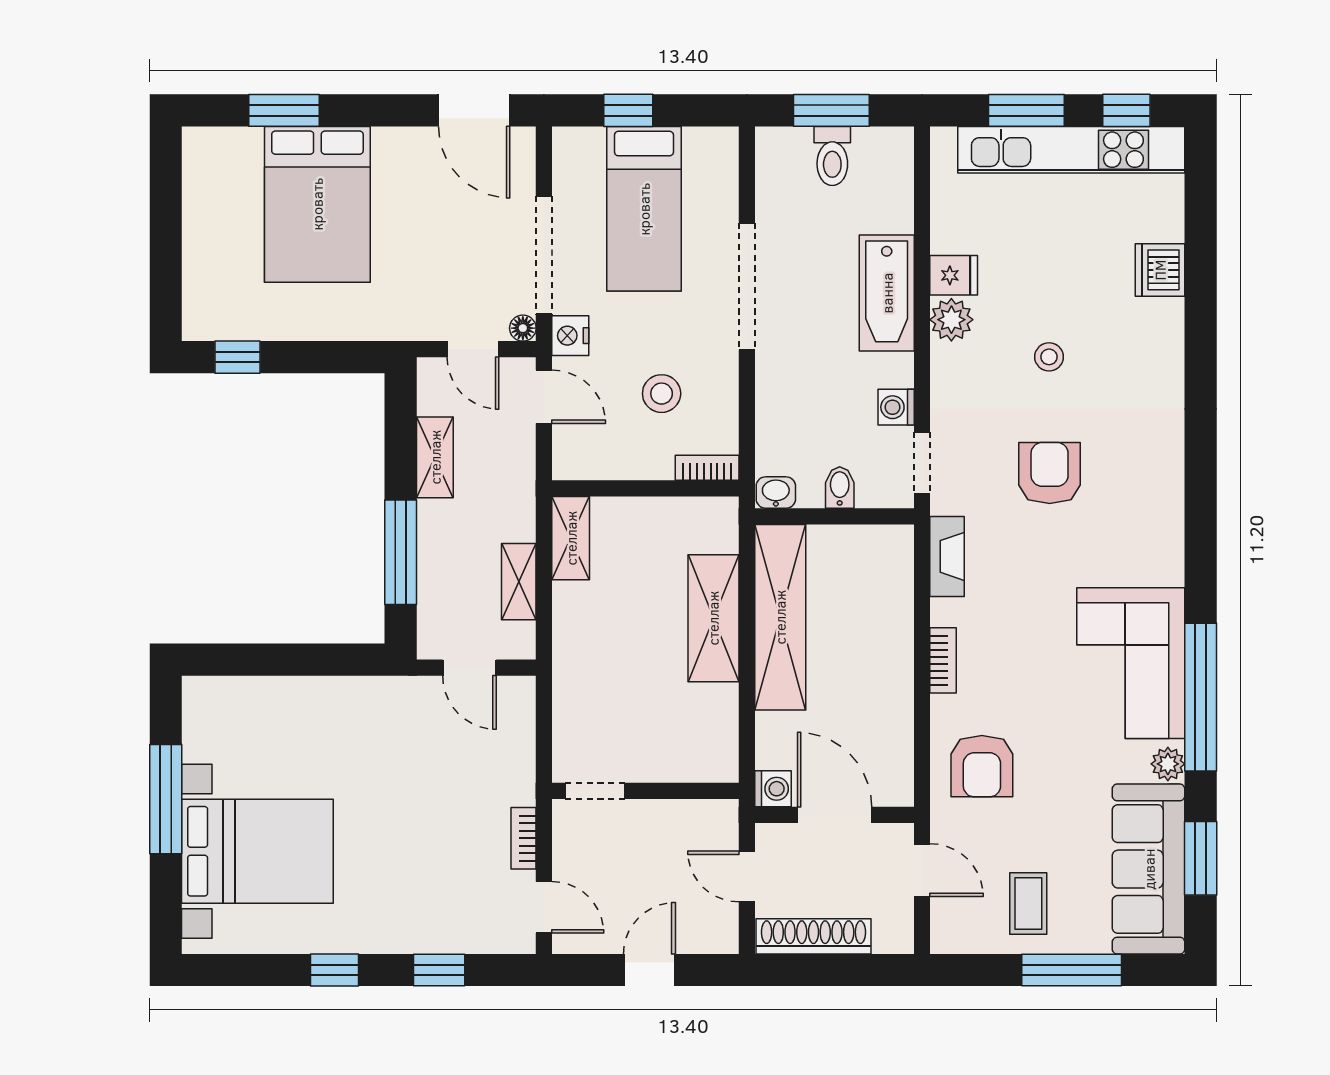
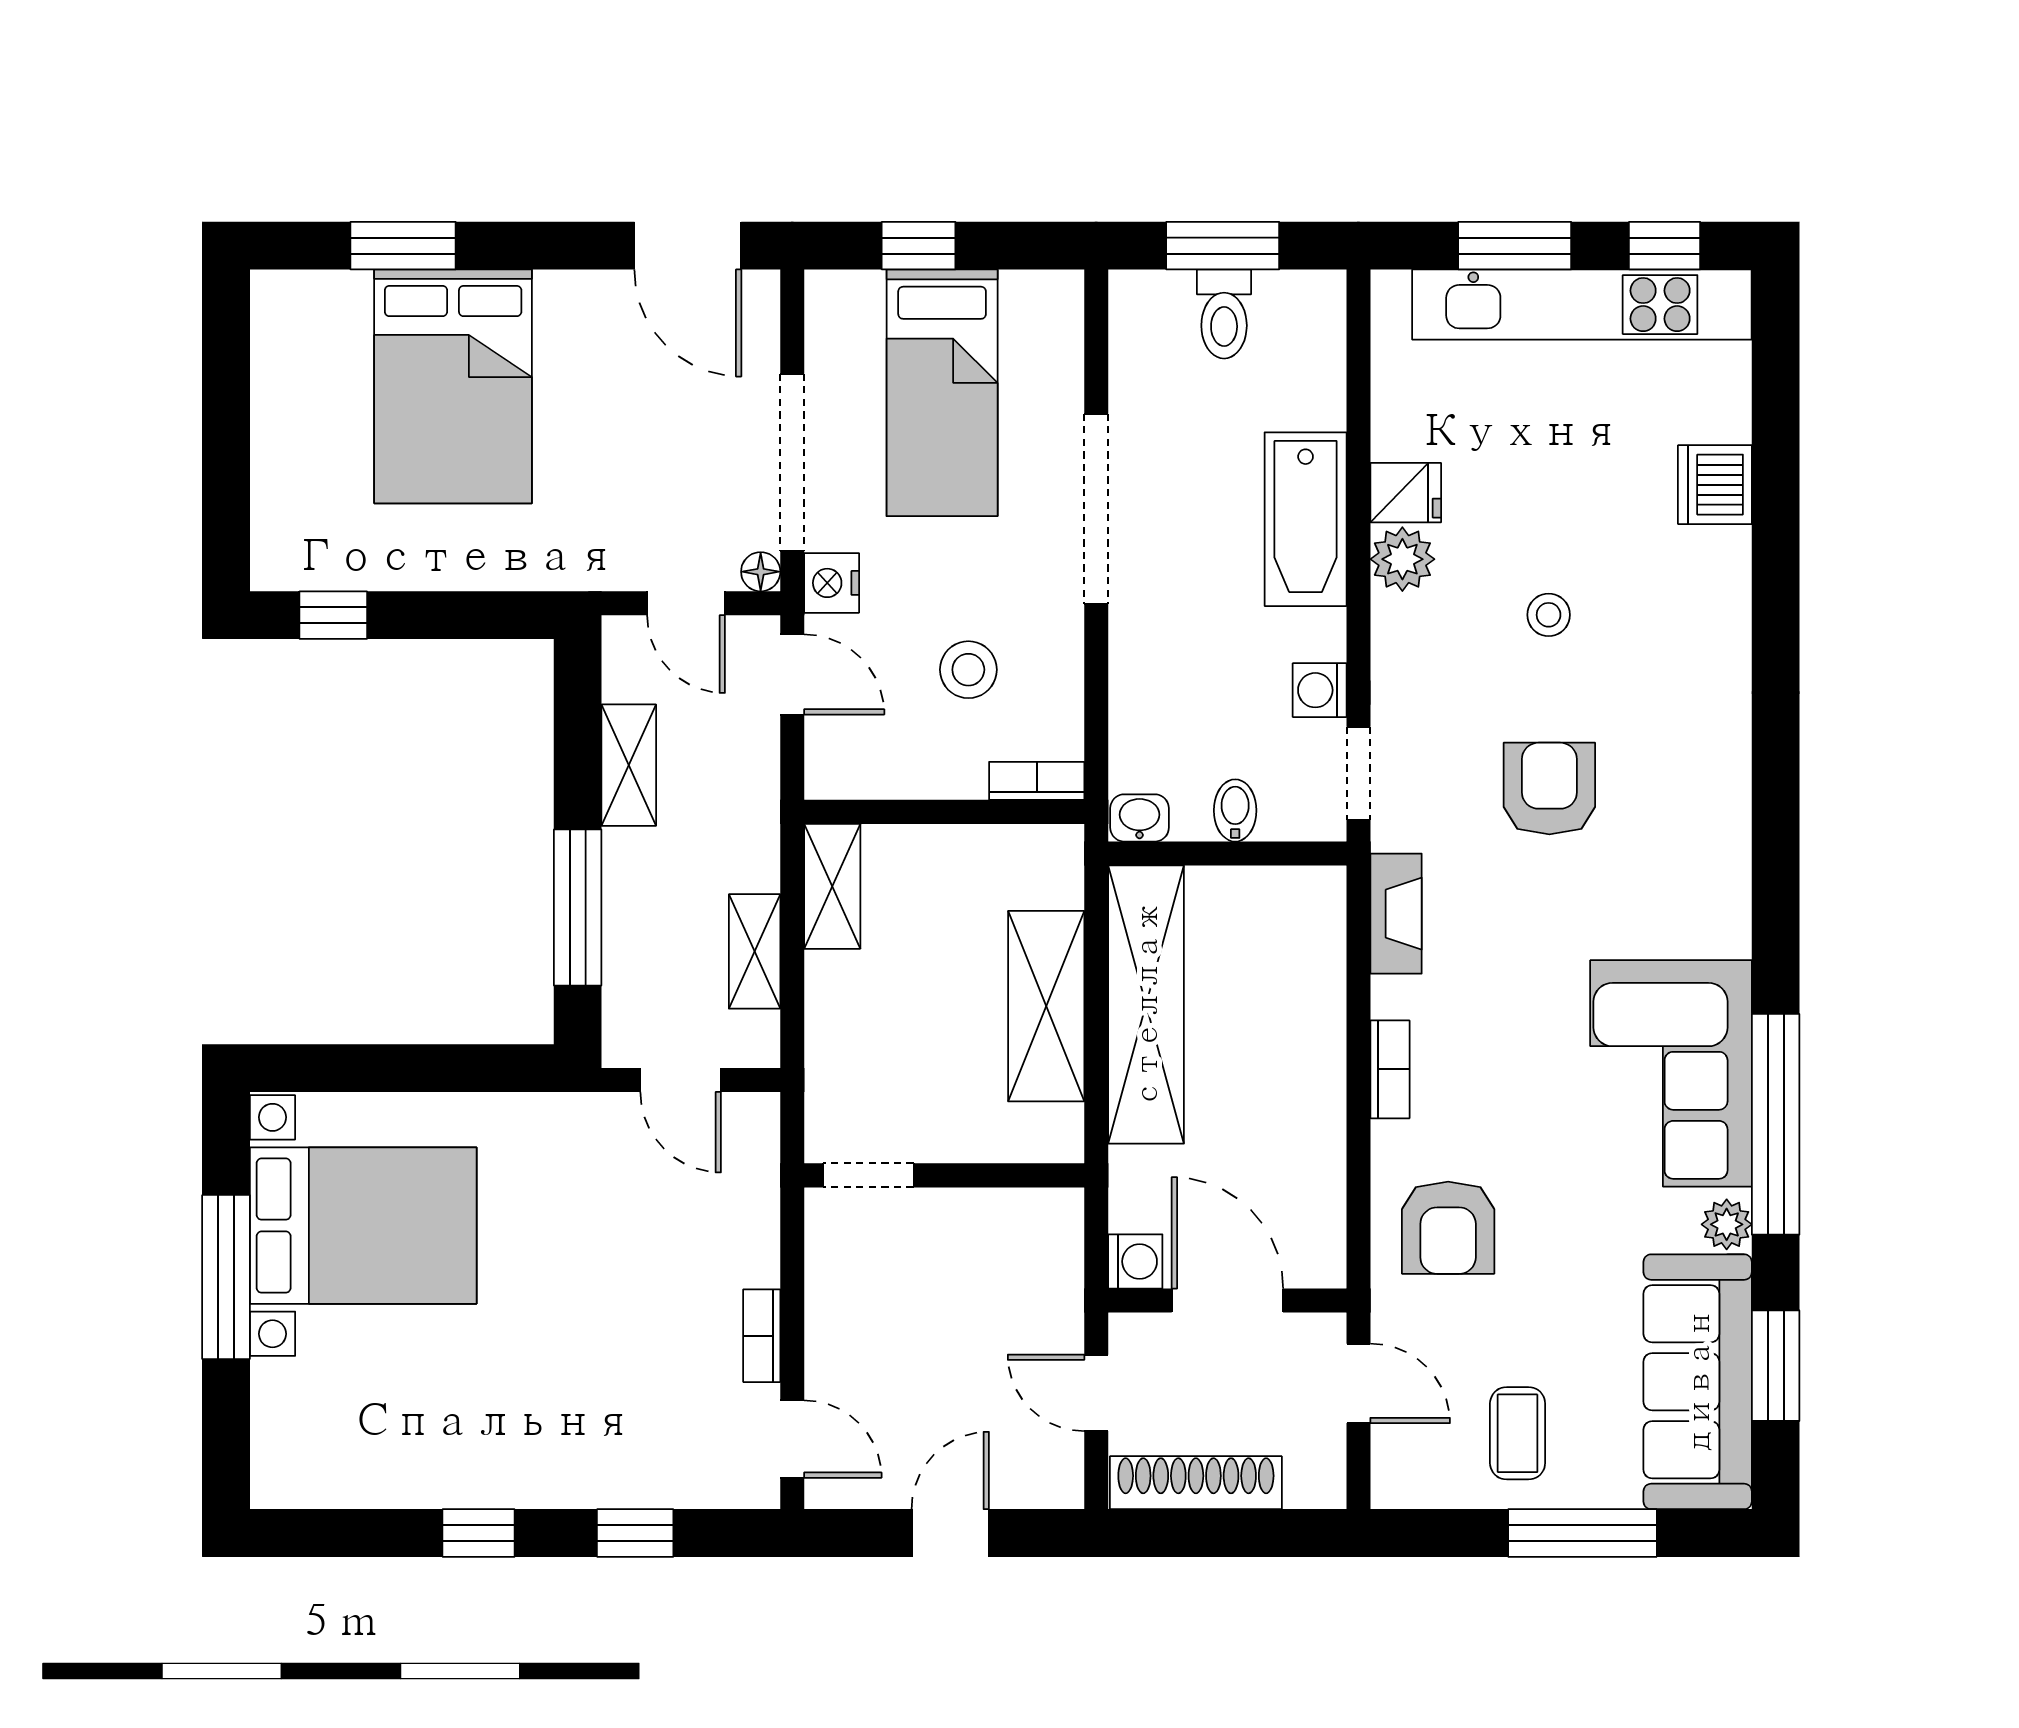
doorway: (595, 791) -> (868, 1175), moved
wall: (645, 791) -> (944, 1175), moved
bed with nightstands: (257, 851) -> (363, 1226), moved

